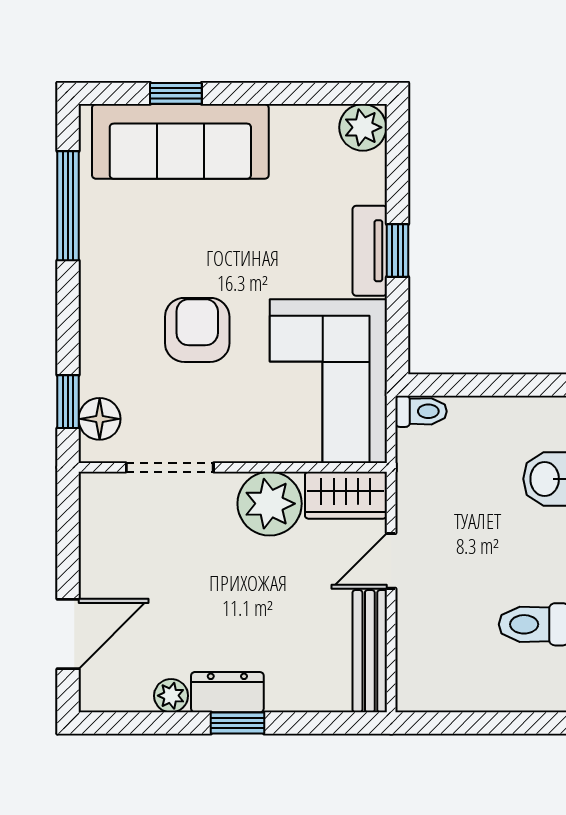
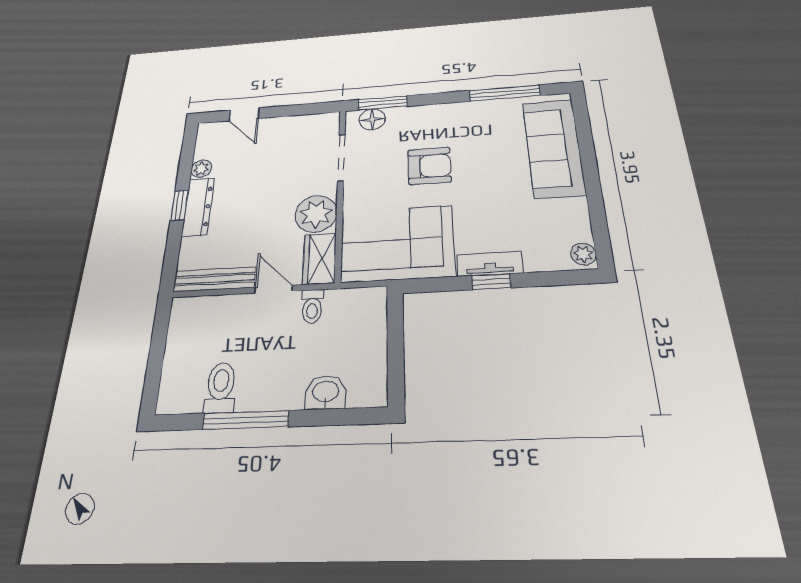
window: (176, 93) -> (586, 143), removed
plant: (363, 127) -> (583, 254), width x0.73, depth x0.73
window: (68, 402) -> (383, 103), width x1.50
toilet: (421, 411) -> (312, 306), moved
door: (68, 634) -> (244, 114), width x0.73
dresser: (227, 692) -> (198, 207), width x1.44

